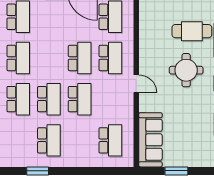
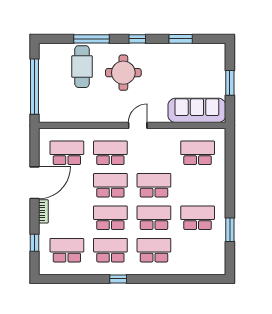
school desk: (49, 58) -> (110, 218), added

